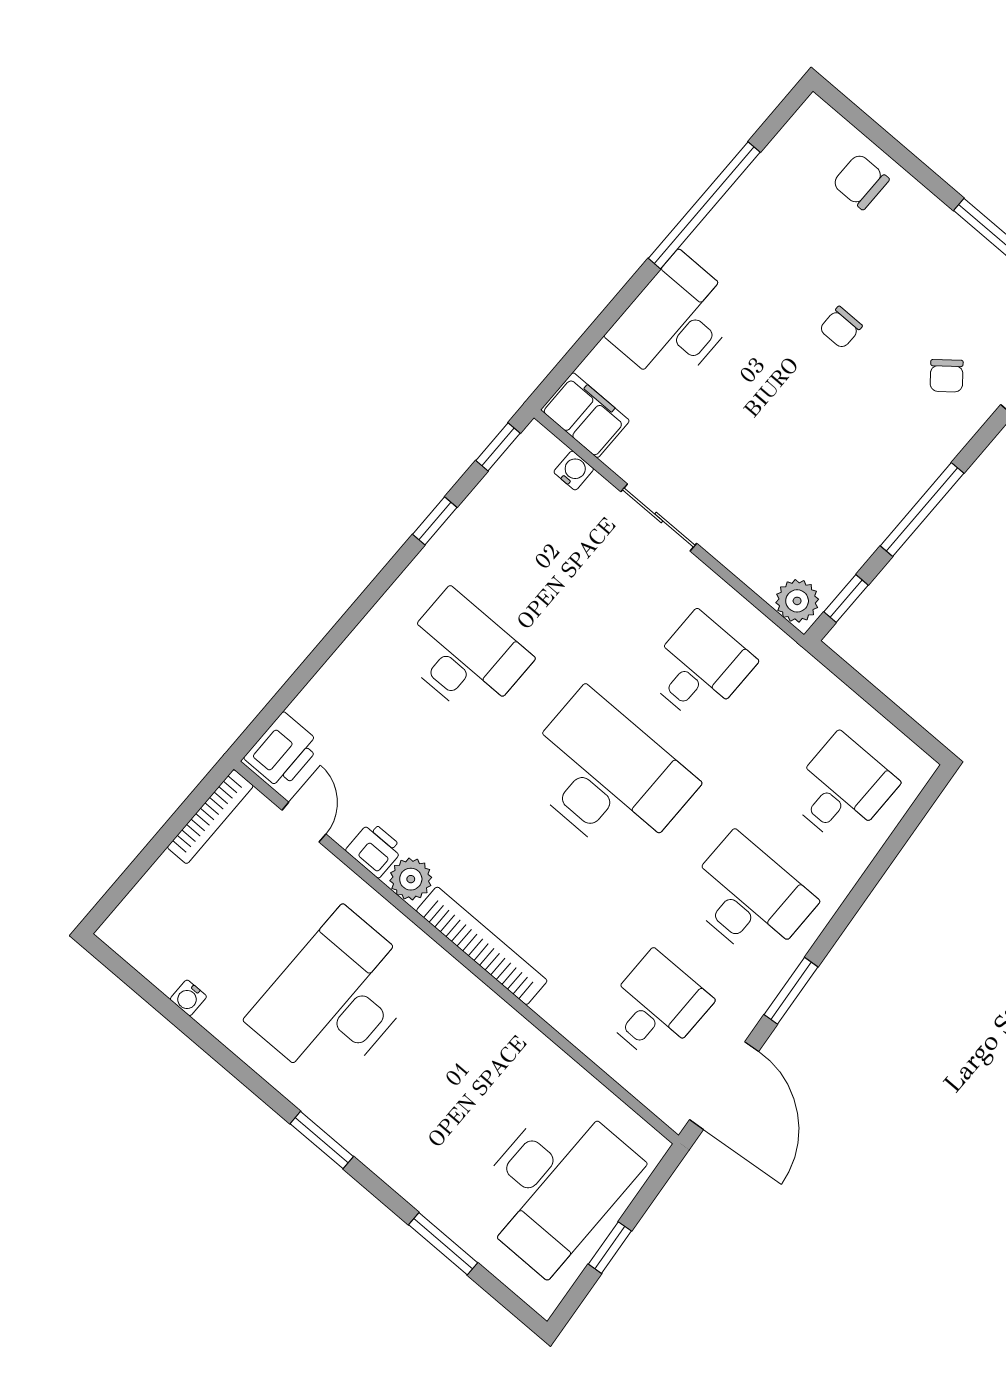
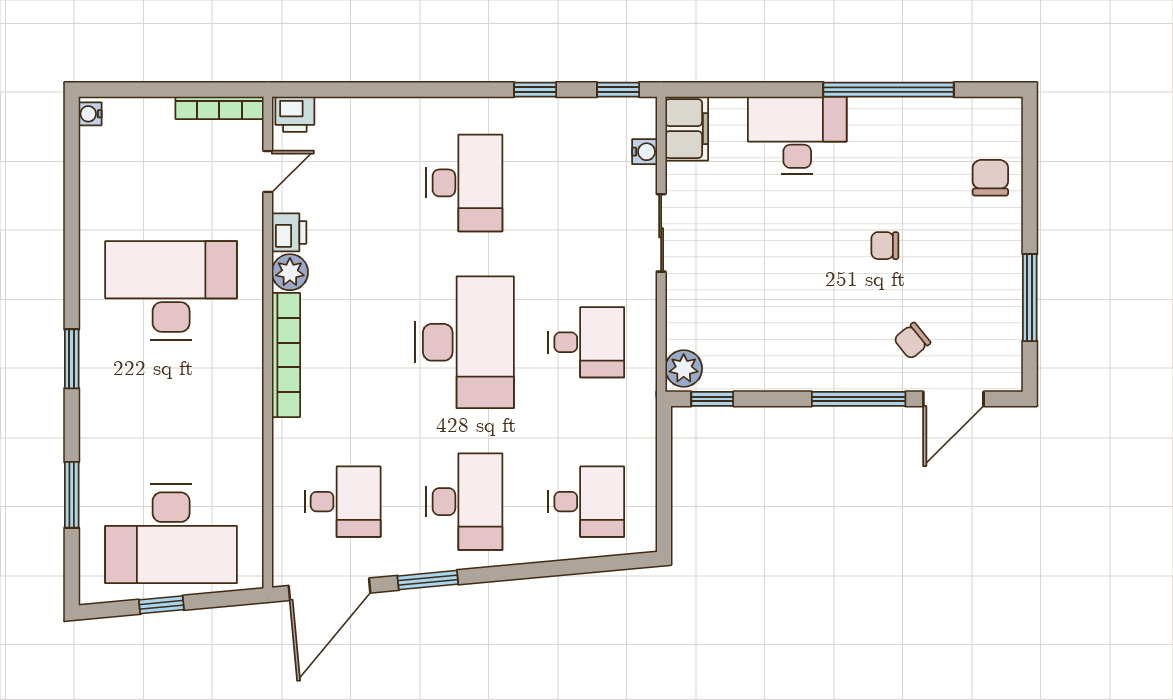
window: (922, 509) -> (859, 399), moved
printer: (283, 751) -> (295, 114), width x0.73, depth x0.81
water cooler: (188, 998) -> (90, 114), moved

